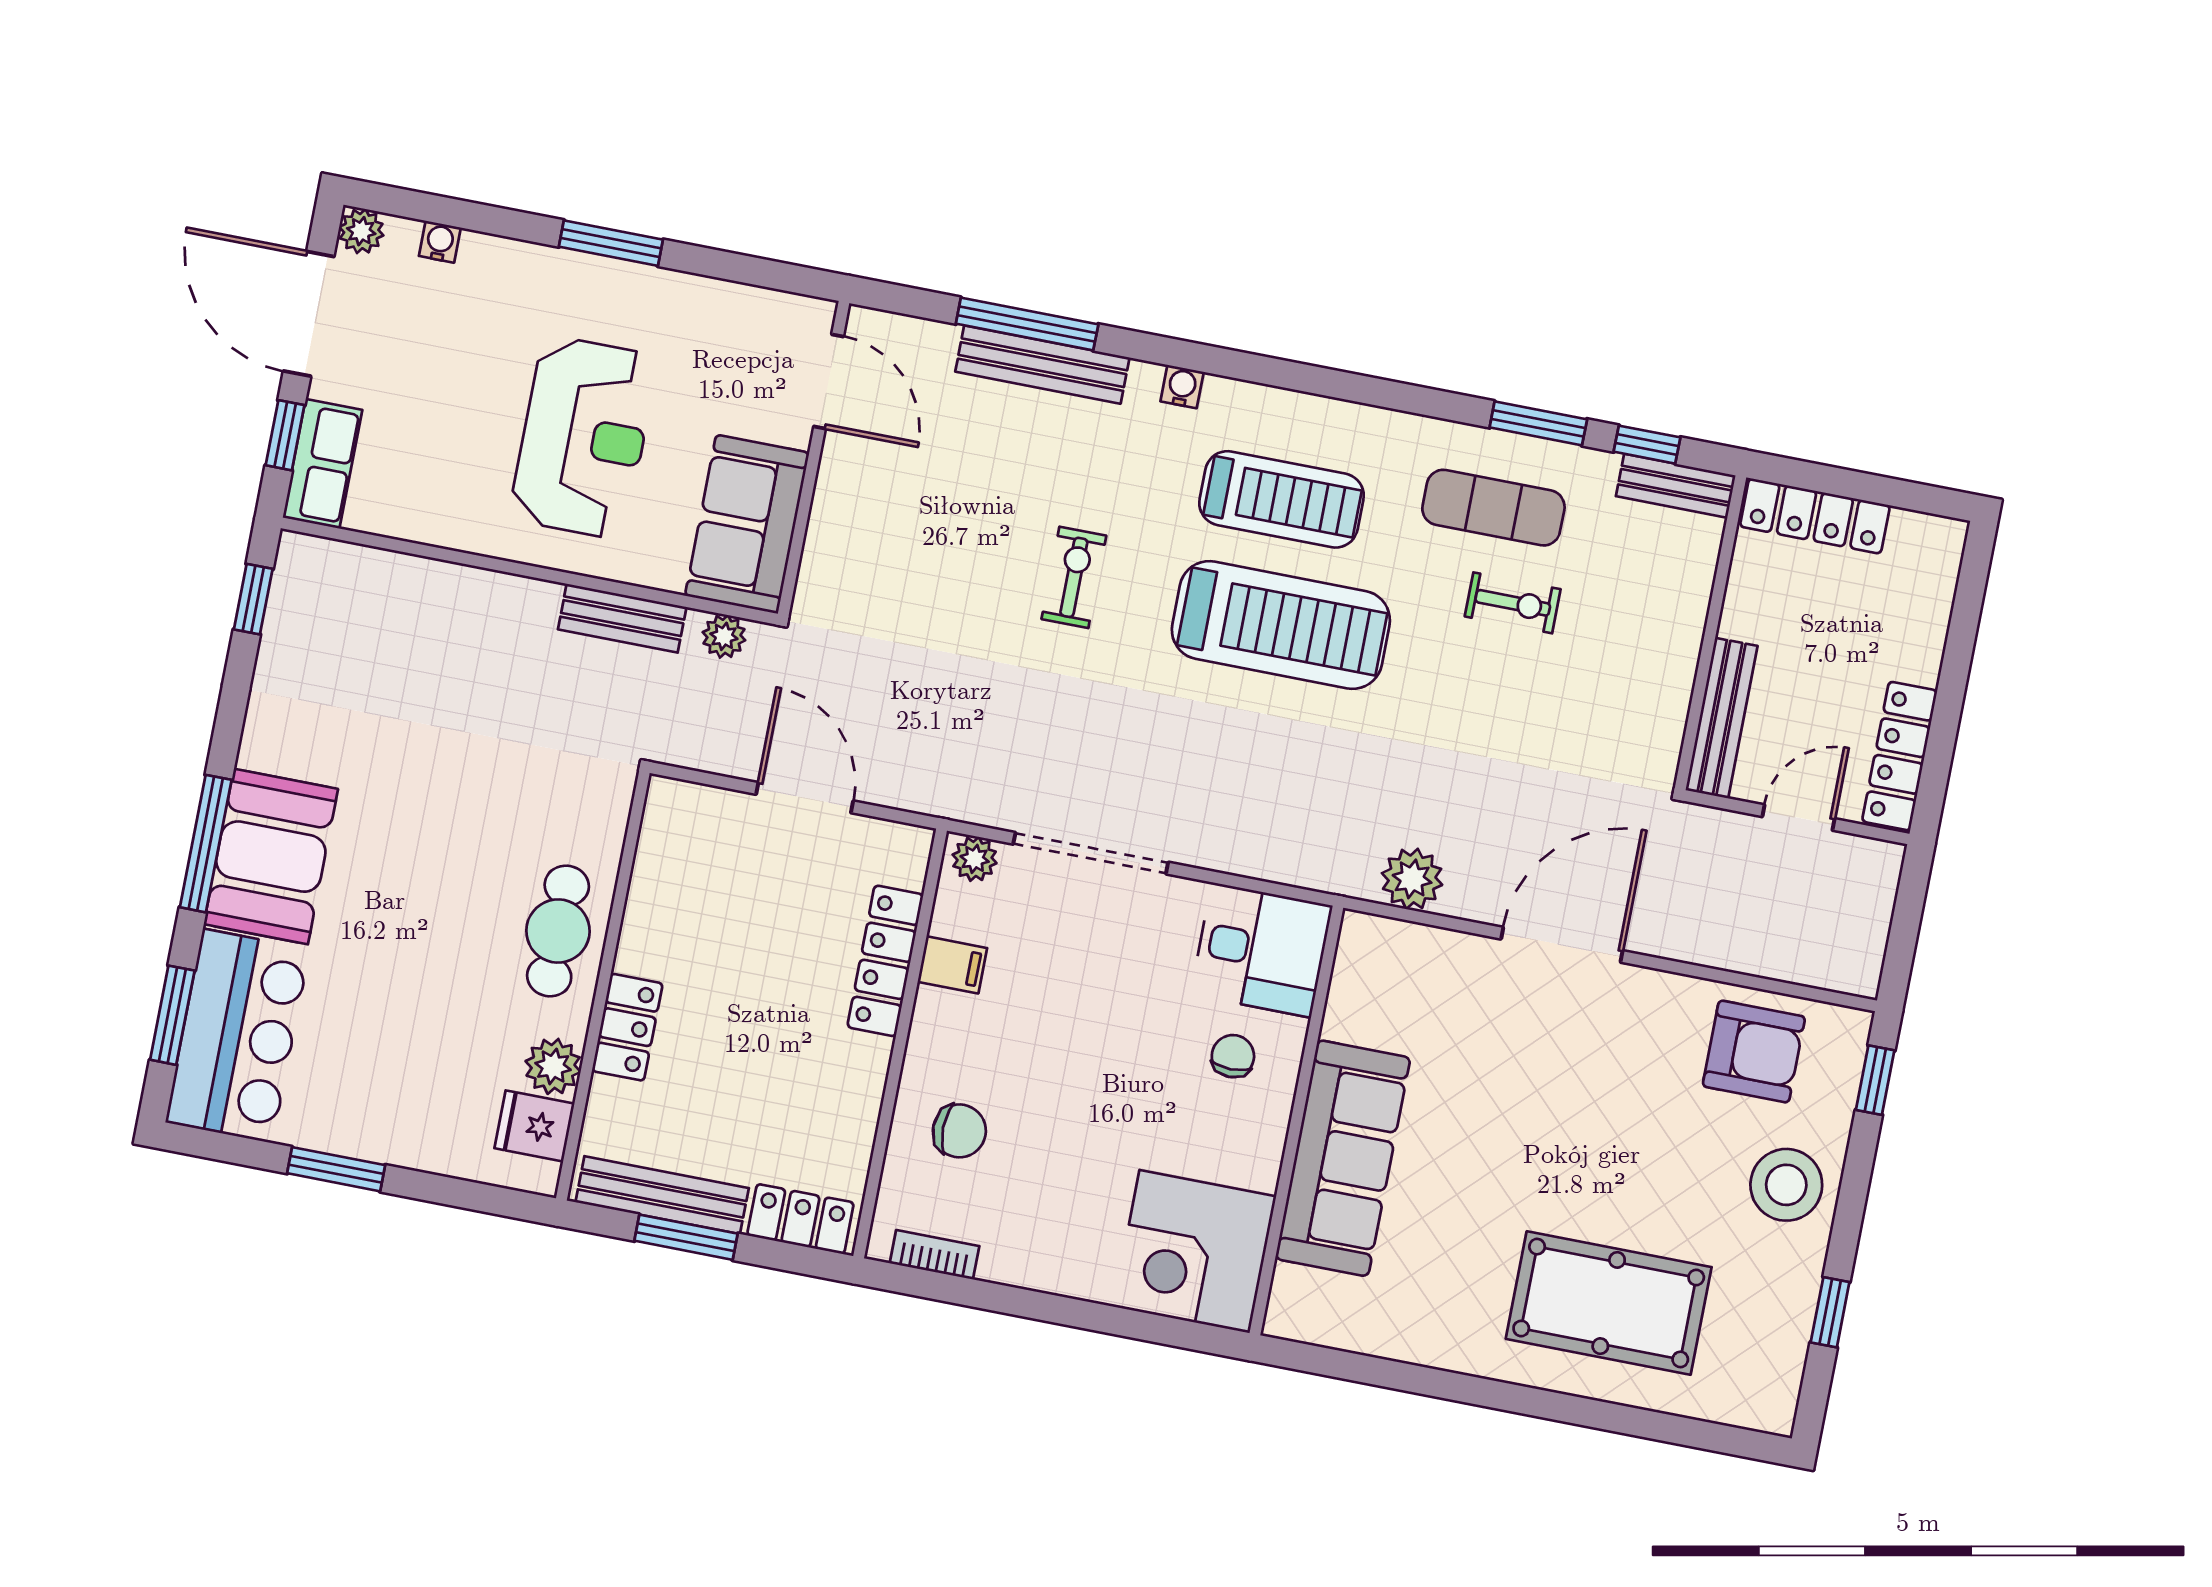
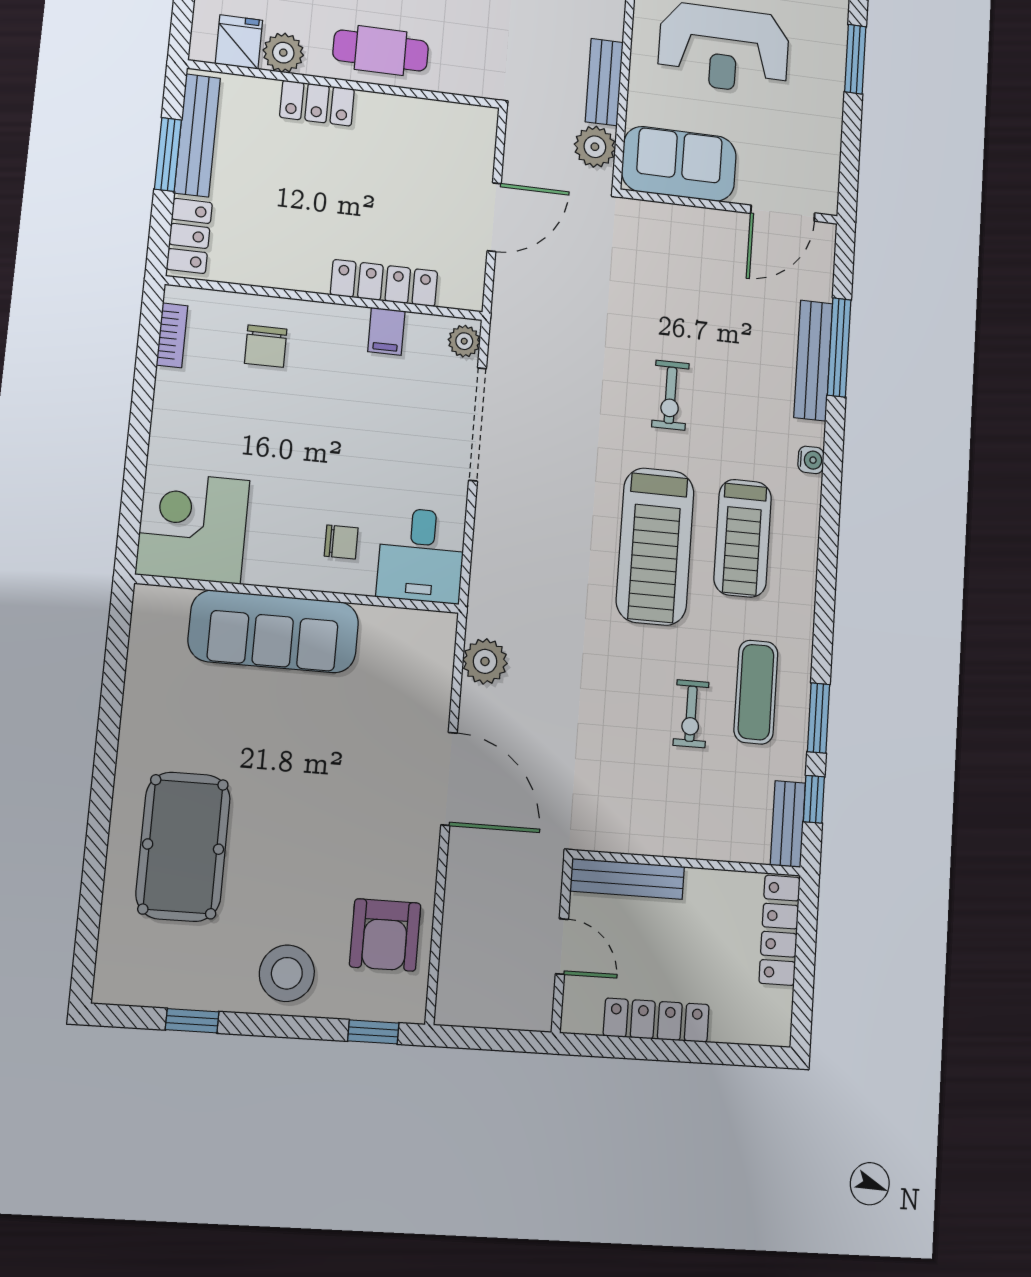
exercise bike: (1074, 577) -> (670, 395), turned 90
plant: (724, 636) -> (595, 147), width x1.38, depth x1.38
locker: (1900, 756) -> (656, 1020), moved

